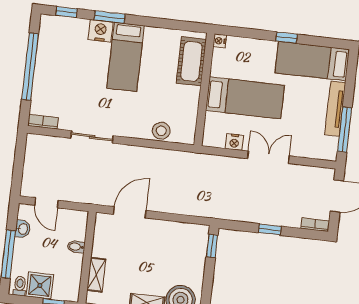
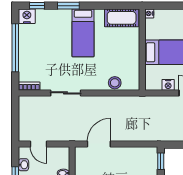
nightstand: (100, 31) -> (27, 16), moved
cot: (191, 61) -> (122, 18), moved, turned 90

